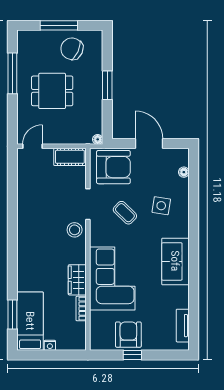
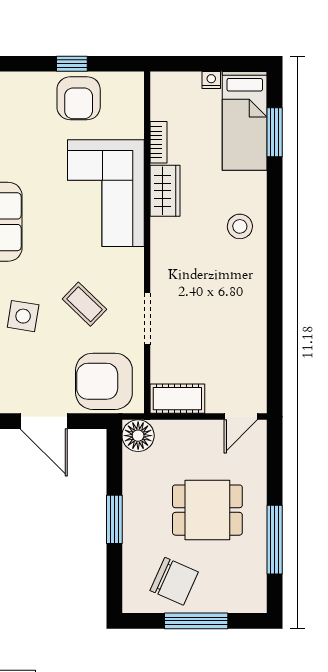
floor lamp: (98, 139) -> (138, 436), width x1.89, depth x1.89
stool: (75, 230) -> (240, 226), moved

